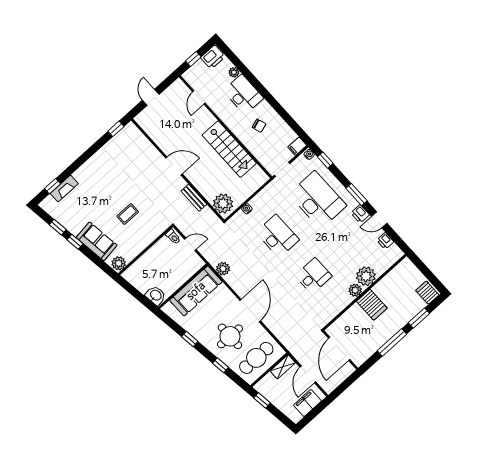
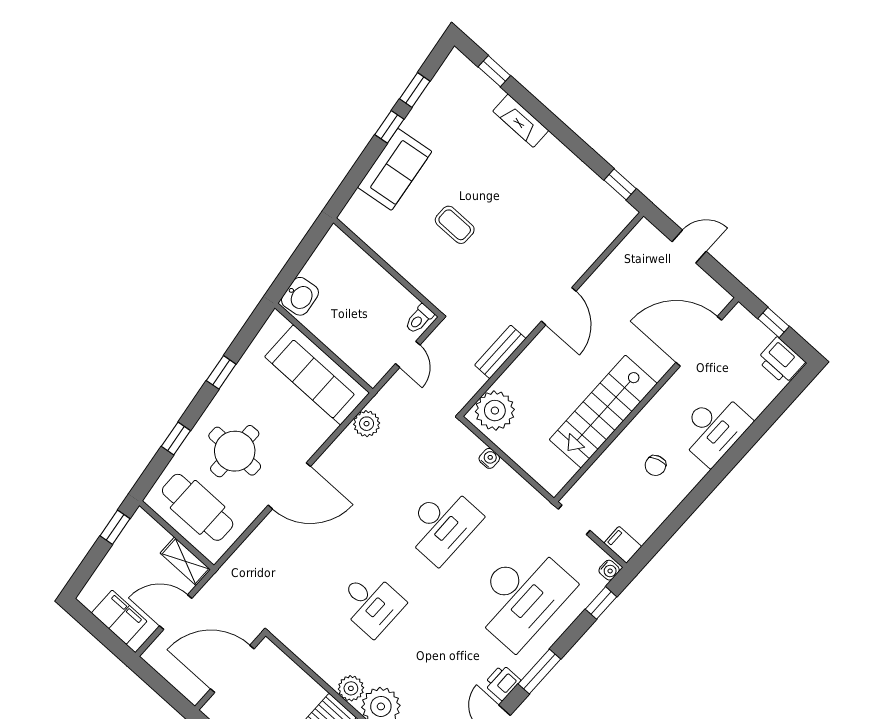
plant: (234, 72) -> (755, 405), removed
door: (199, 97) -> (699, 341), width x1.87
fireplace: (64, 188) -> (521, 121), moved
plant: (119, 263) -> (356, 217), removed

